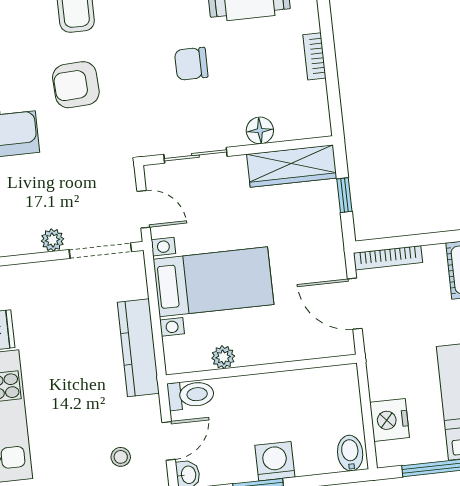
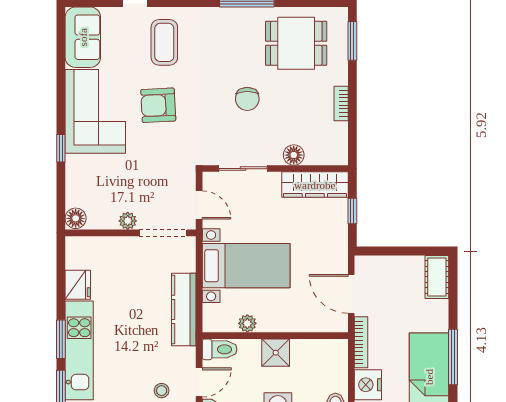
chair: (191, 64) -> (247, 99), turned -90
bookcase: (388, 258) -> (361, 342), moved, turned -90
shower: (264, 391) -> (276, 353), added

